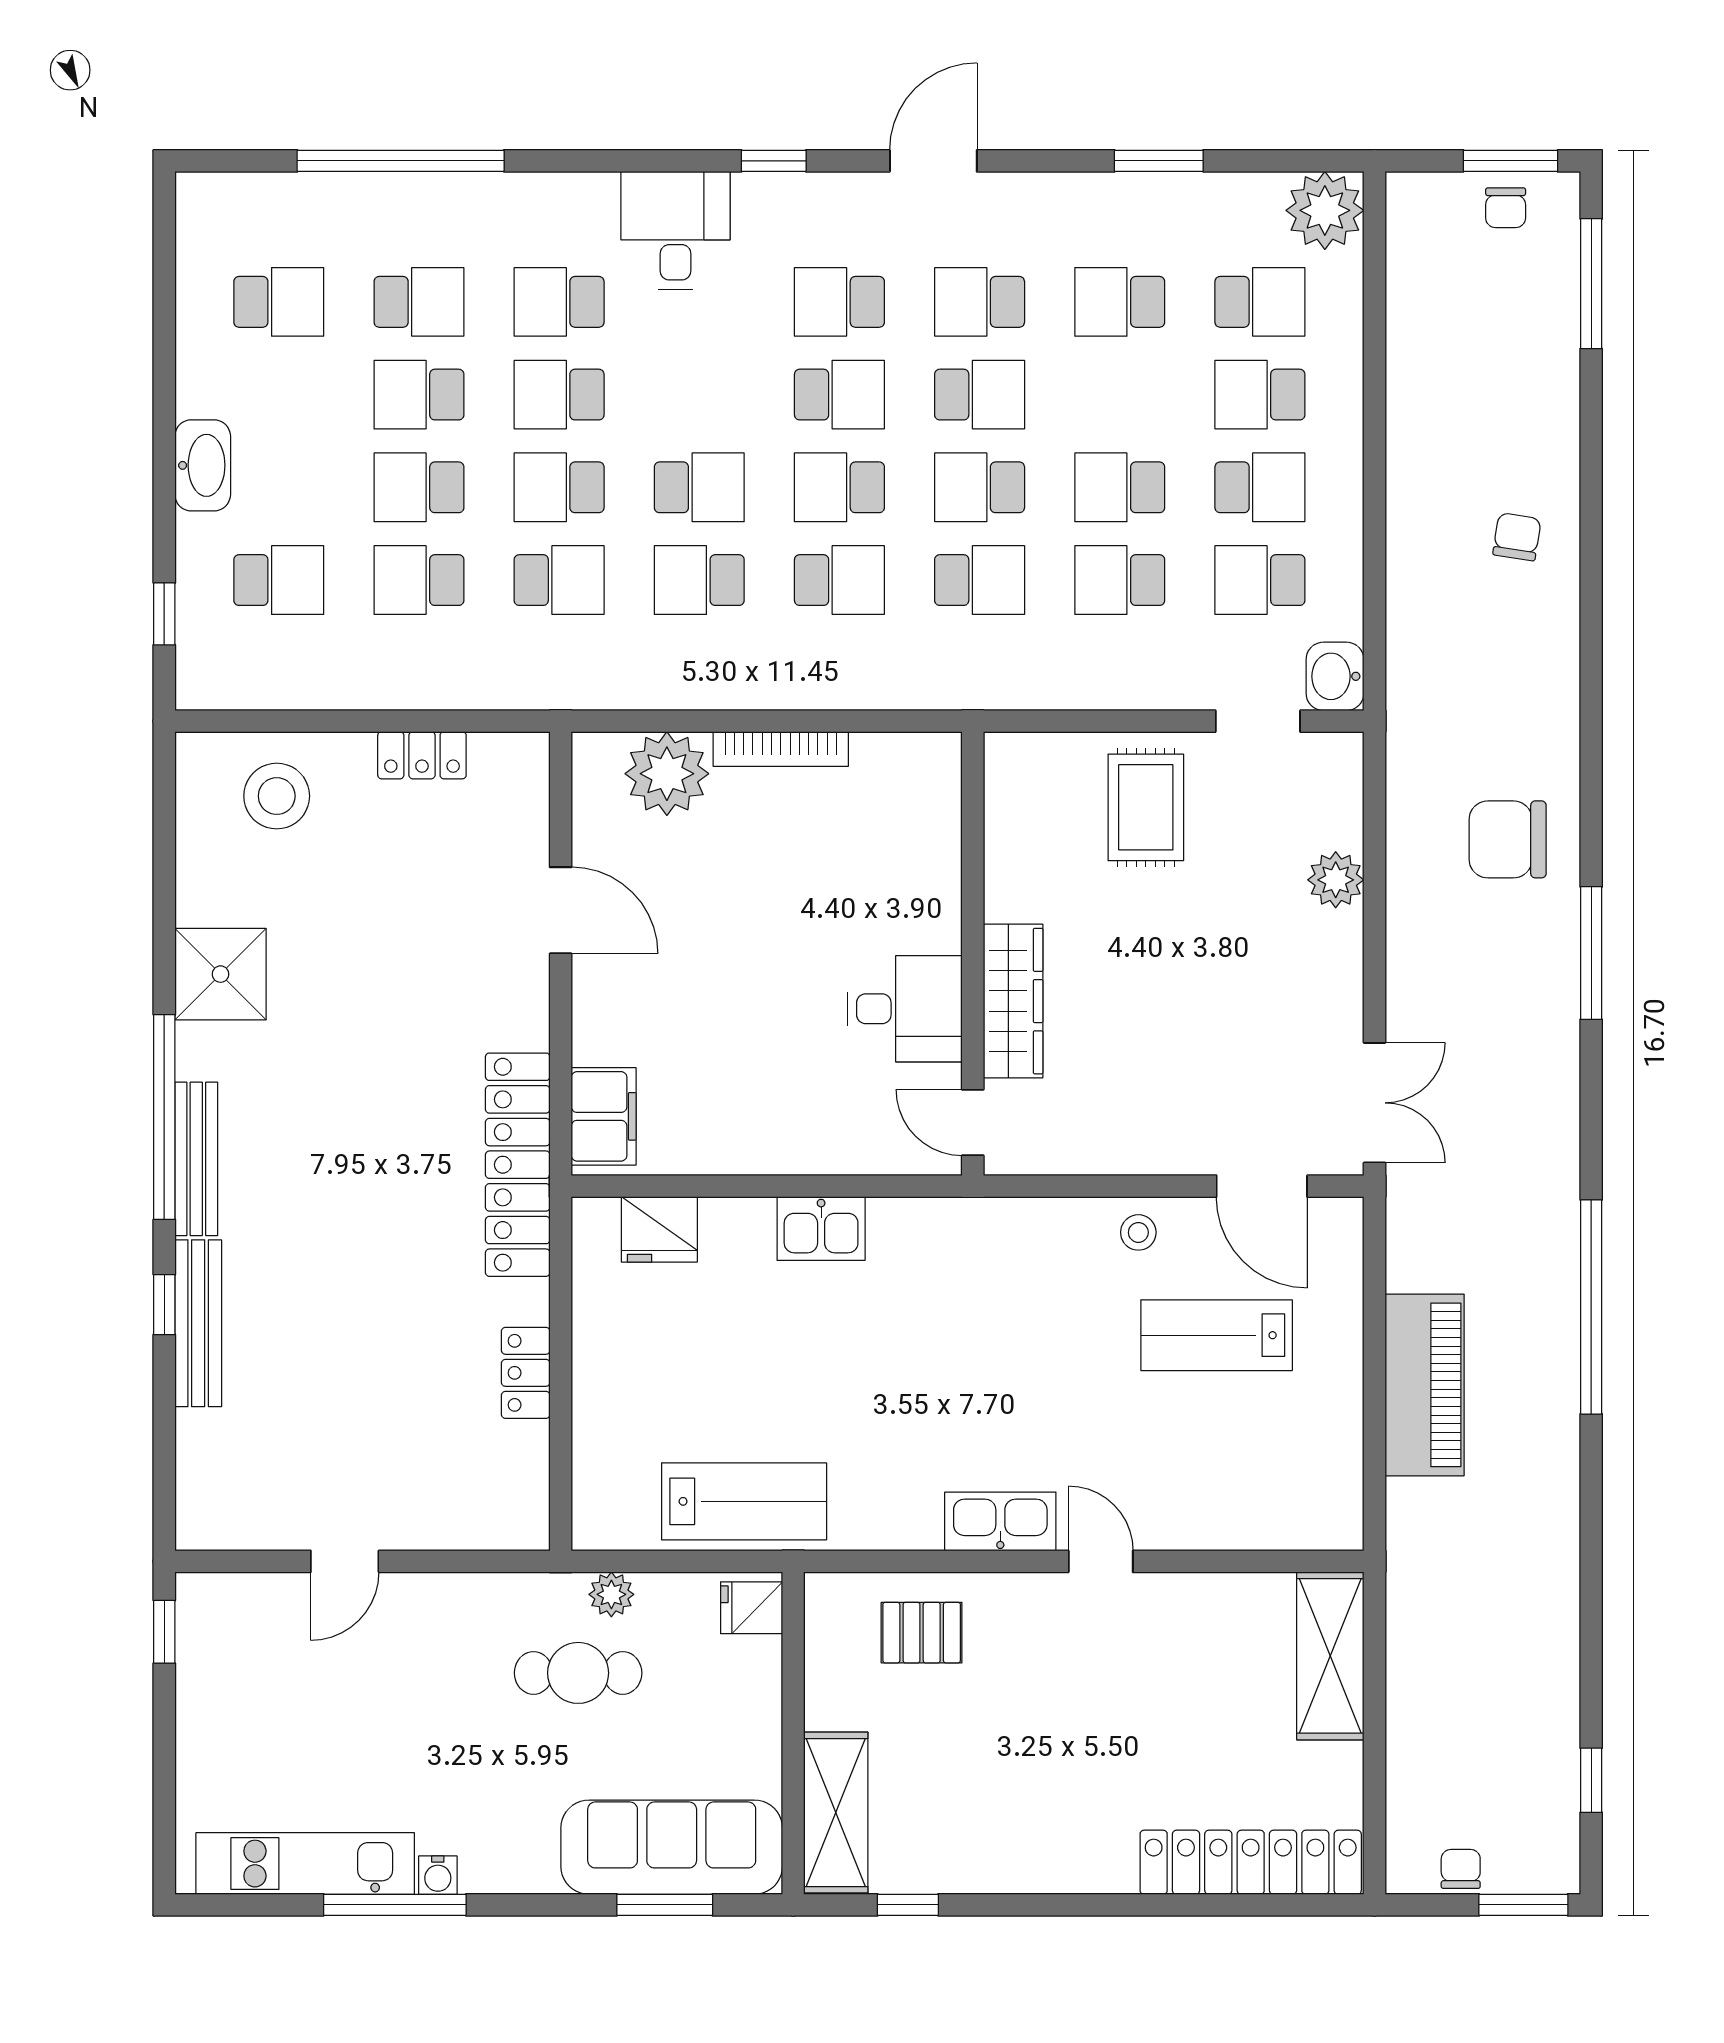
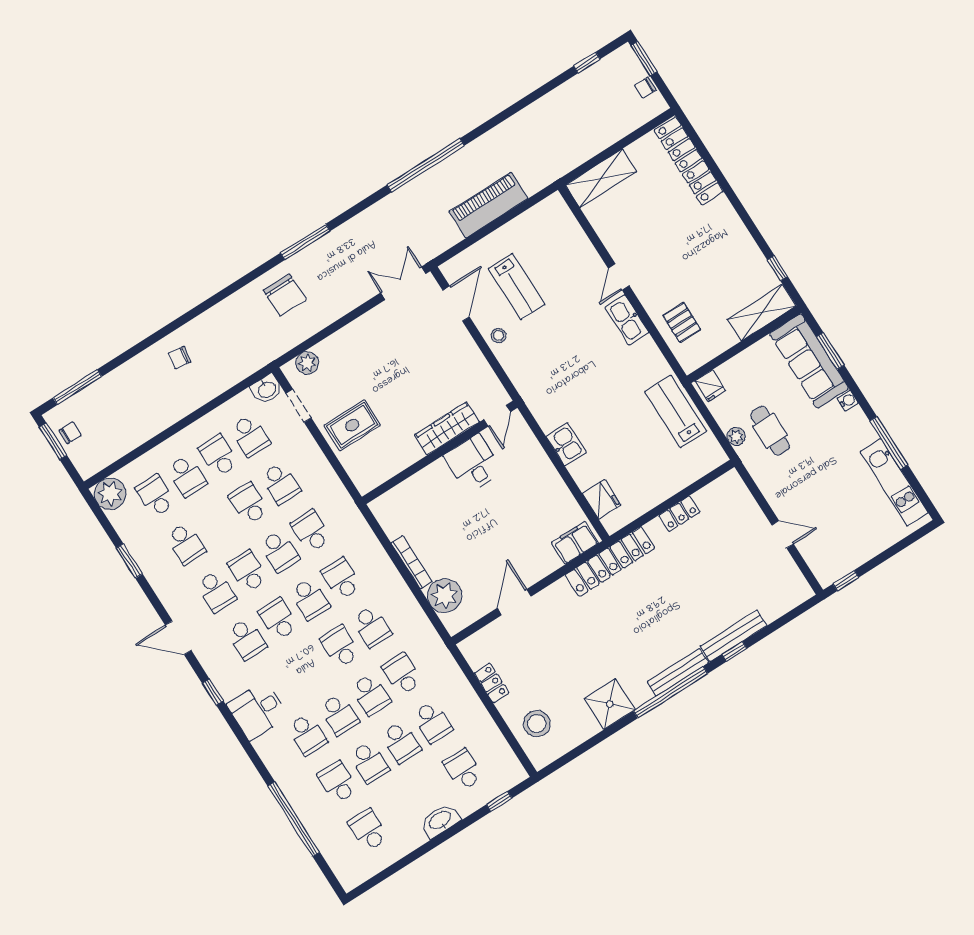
school desk: (1120, 487) -> (249, 503), turned 180
plant: (1336, 880) -> (307, 363), moved
water cooler: (438, 1875) -> (848, 401), moved

